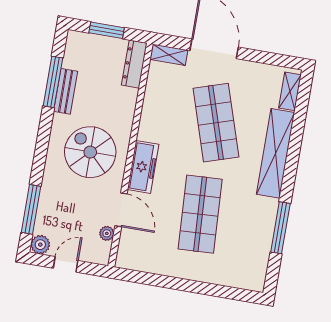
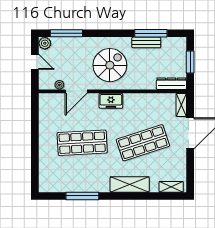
shelving: (275, 153) -> (130, 185), width x0.68
freezer: (143, 167) -> (111, 101), width x0.71

